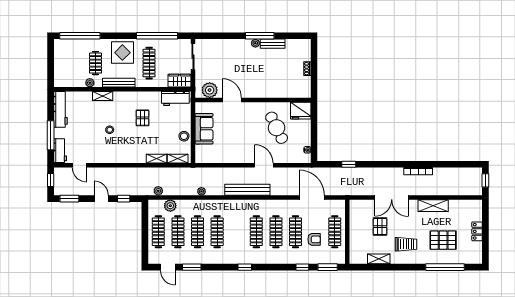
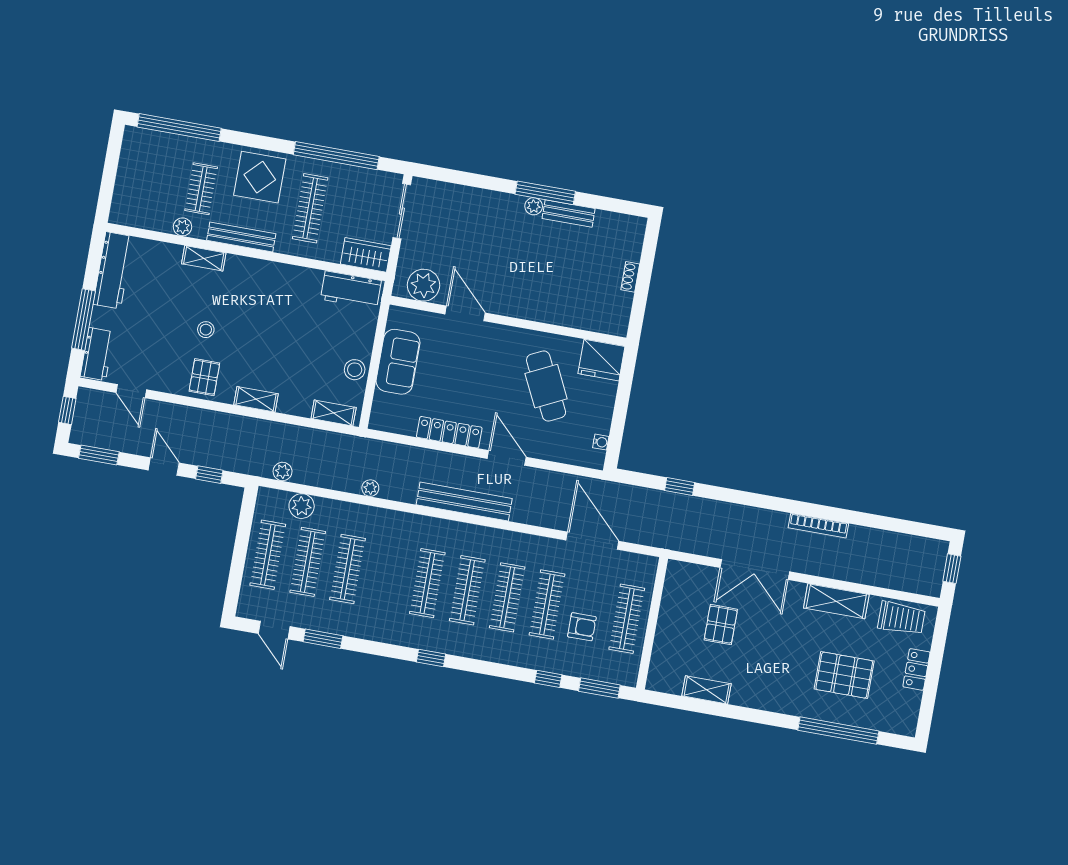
pallet: (143, 118) -> (204, 377), moved
locker: (234, 158) -> (449, 432), added
shelving: (156, 159) -> (256, 399), moved
clothes rail: (217, 232) -> (427, 583), moved
trolley: (406, 244) -> (901, 618), moved

